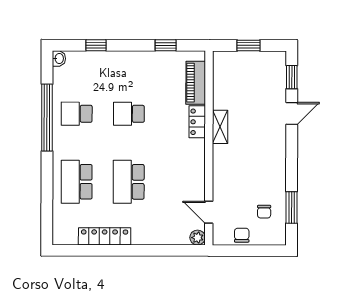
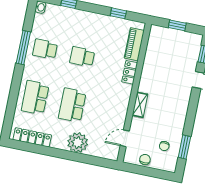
window: (47, 118) -> (23, 48), width x0.68
shelving: (220, 127) -> (140, 105), moved
door: (209, 212) -> (125, 138), hinge flipped
locker: (105, 236) -> (32, 137), moved
plant: (198, 238) -> (78, 143), moved, width x1.88, depth x1.88

